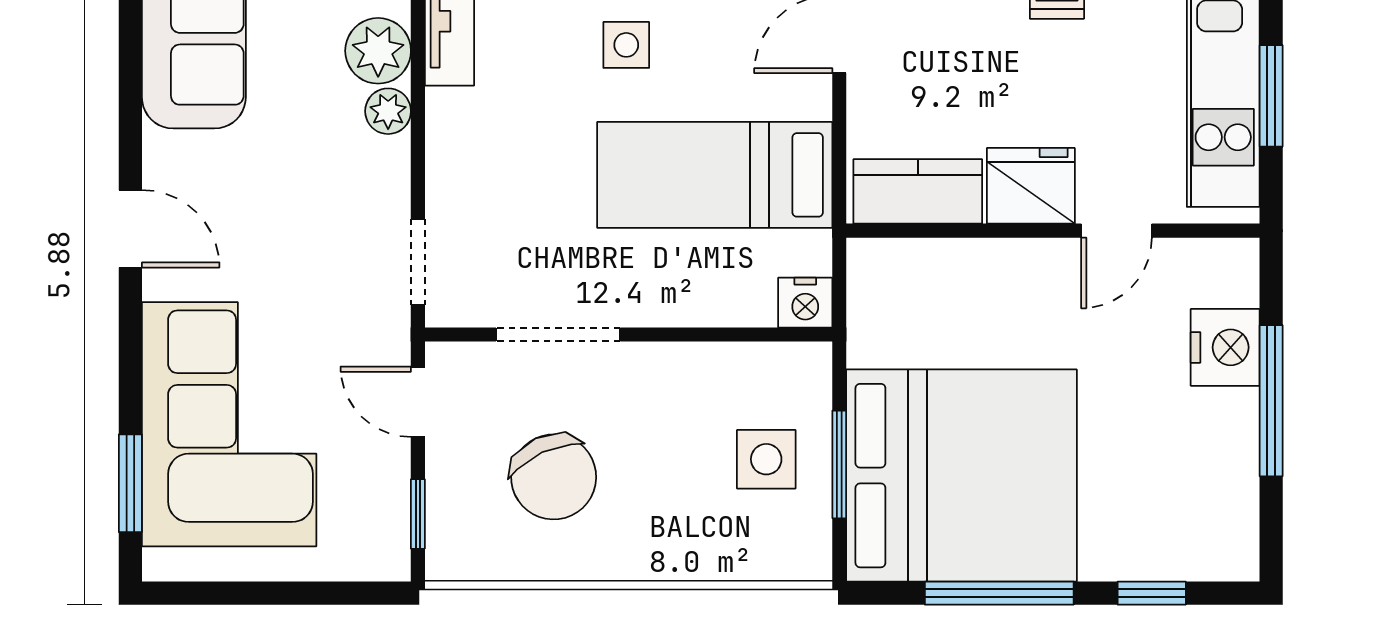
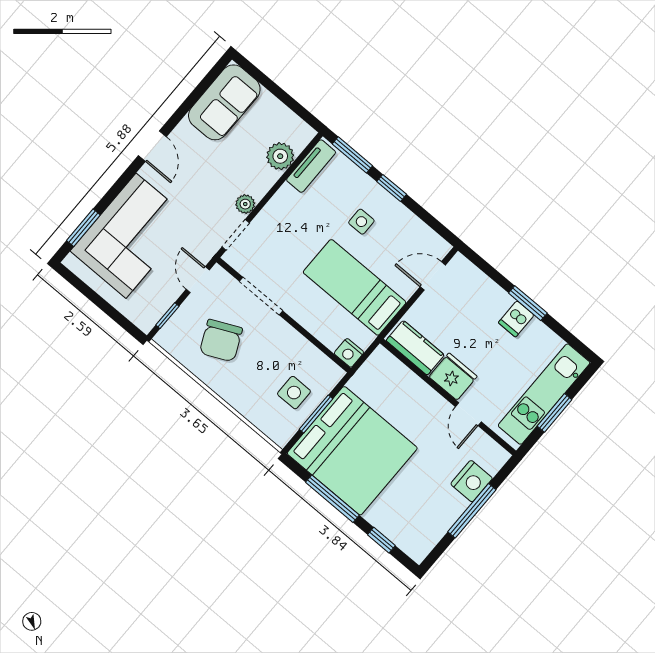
plant: (388, 111) -> (245, 204), moved
door: (1116, 231) -> (468, 414), hinge flipped

